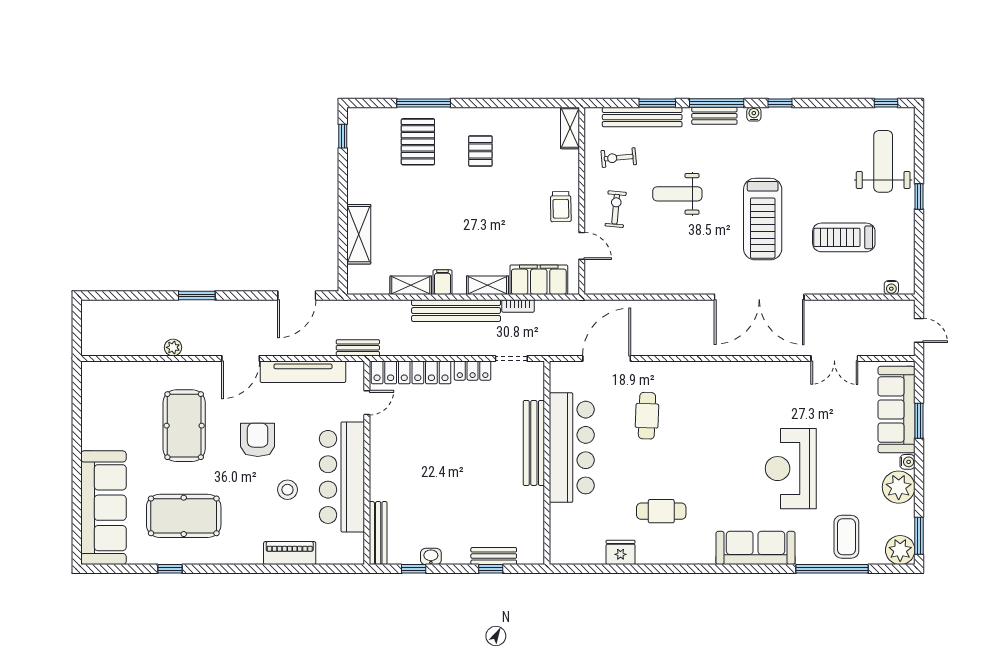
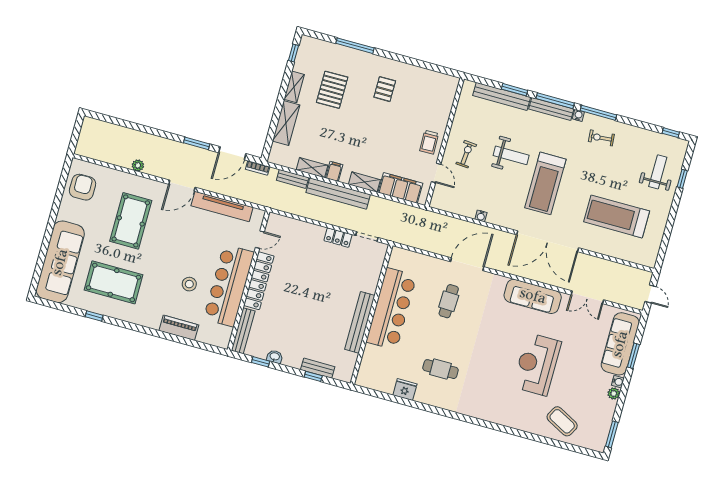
window: (780, 103) -> (598, 113), width x2.17
bench: (714, 116) -> (551, 109), width x1.36
shelving: (570, 128) -> (294, 87), moved
pallet: (418, 142) -> (332, 90), moved
exercise bike: (619, 158) -> (601, 138), moved
weight bench: (883, 161) -> (658, 172), width x0.73, depth x0.75
weight bench: (677, 194) -> (511, 155), turned 180
window: (919, 196) -> (682, 179), moved
treadmill: (763, 219) -> (545, 183), moved
treadmill: (844, 237) -> (617, 216), width x1.37, depth x1.38
water cooler: (891, 288) -> (481, 216), moved
window: (197, 295) -> (197, 143), moved
bookcase: (518, 306) -> (258, 168), moved
bench: (358, 348) -> (293, 179), moved
door: (607, 358) -> (467, 264), moved
locker: (411, 372) -> (259, 281), moved, turned -90
armchair: (258, 440) -> (83, 187), moved
bench: (534, 443) -> (360, 322), moved
plant: (899, 487) -> (614, 394), width x0.53, depth x0.53
coffee table: (846, 537) -> (562, 421), turned -62
sofa: (756, 548) -> (533, 296), moved, turned 180
plant: (900, 550) -> (596, 441), removed
window: (832, 569) -> (546, 441), removed

